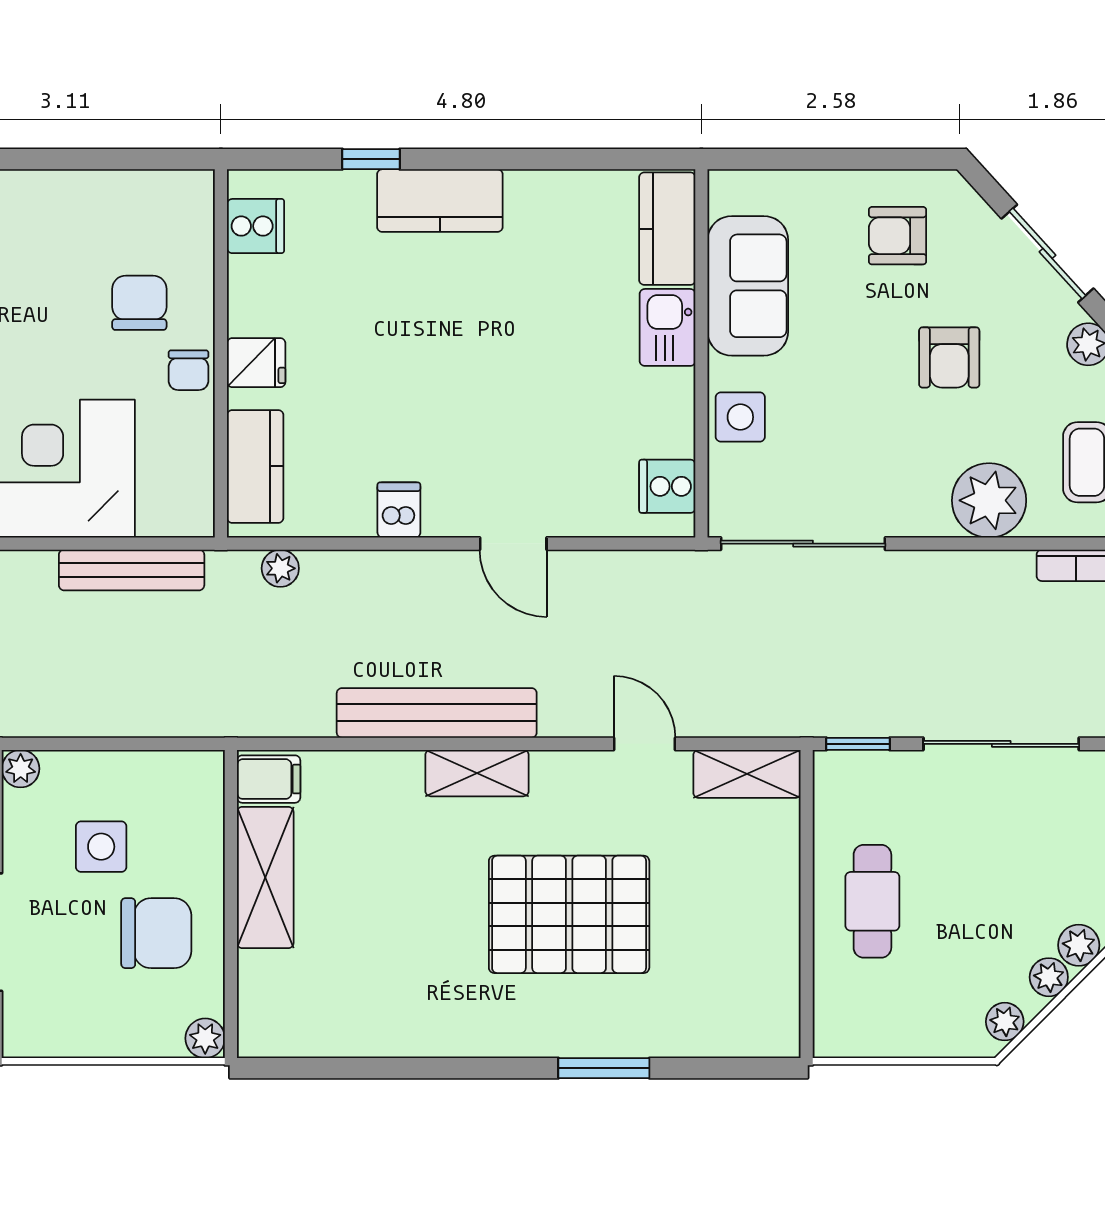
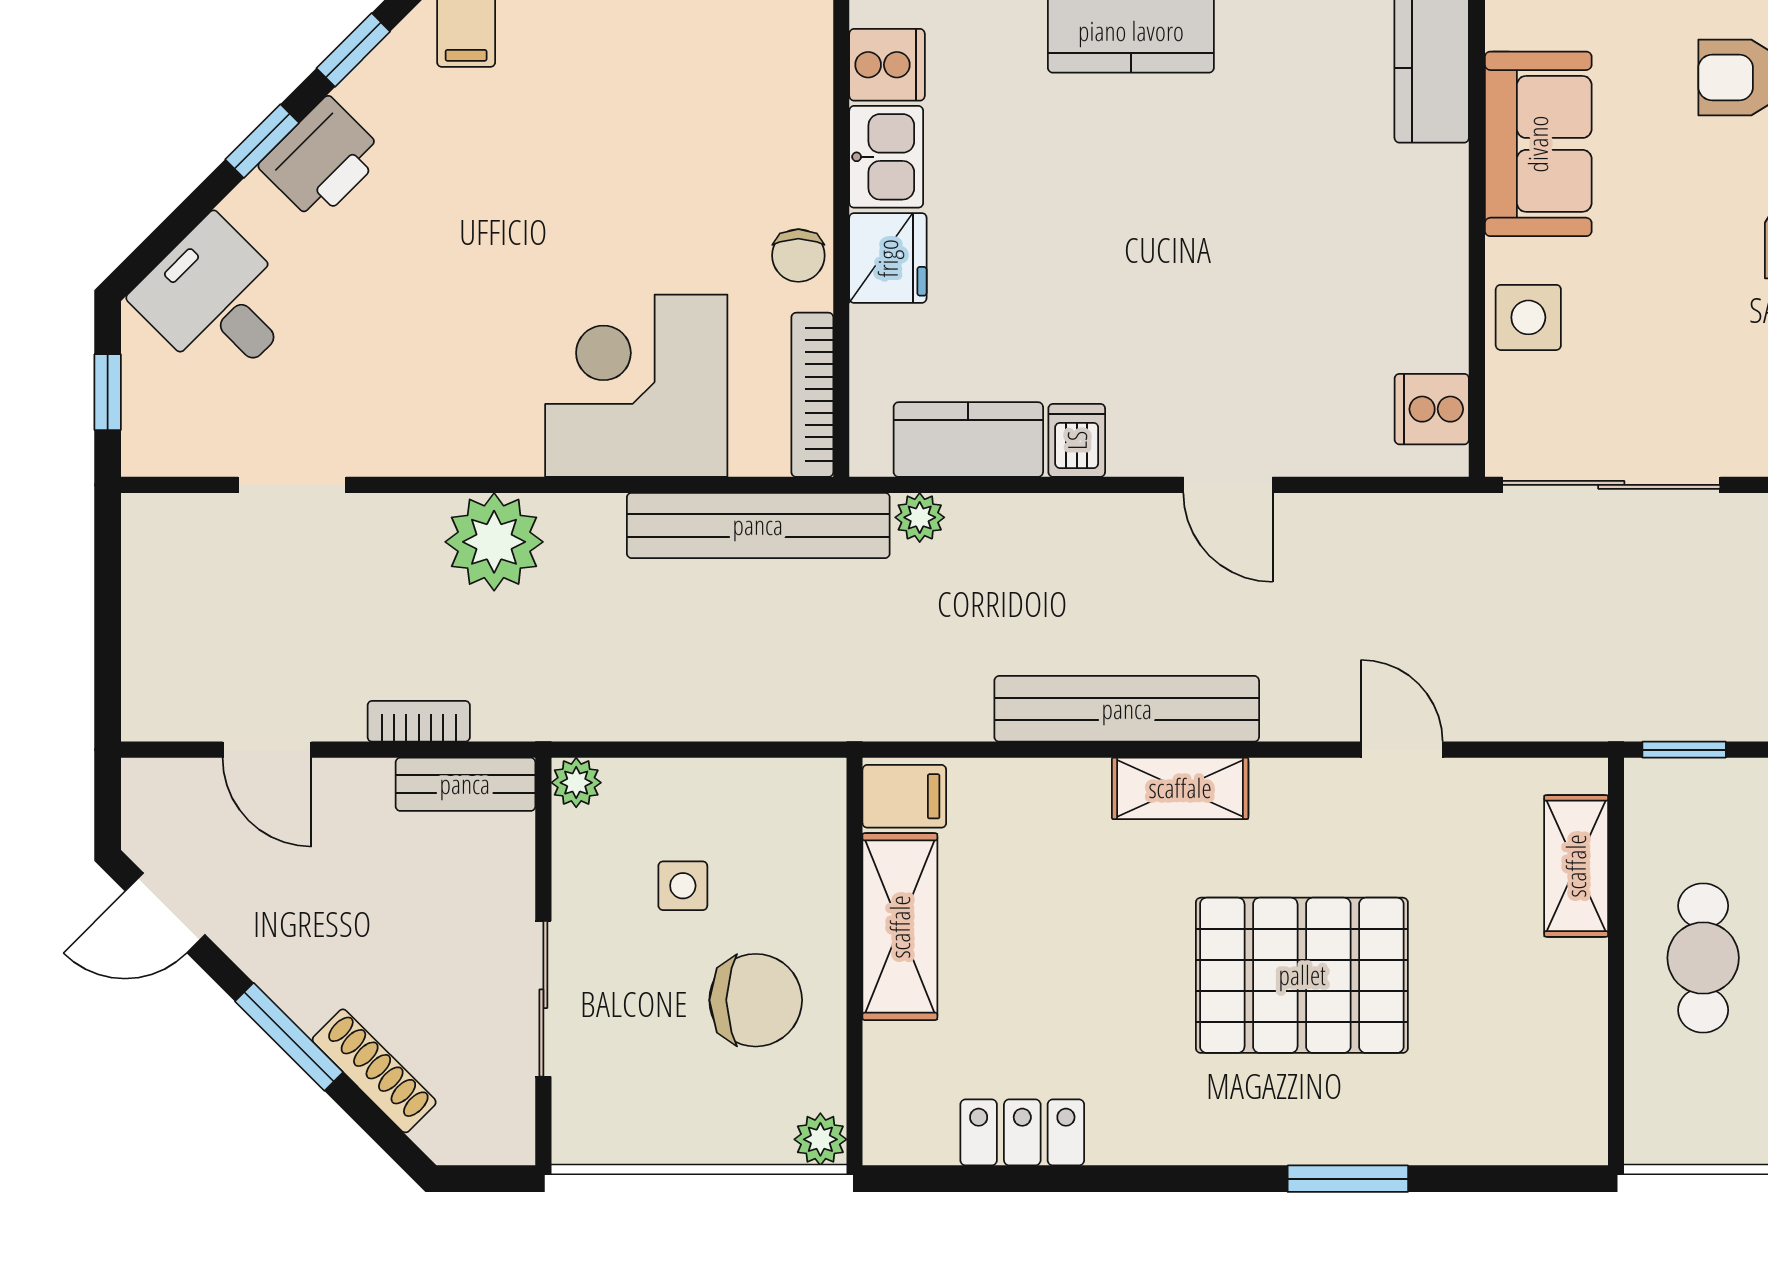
chair: (139, 303) -> (733, 166), removed
kitchen sink: (668, 327) -> (886, 157), moved, turned 180
fridge: (256, 363) -> (888, 258), width x1.38
kitchen counter: (255, 466) -> (968, 440), moved, turned -90
bookcase: (199, 476) -> (812, 395), added
bench: (132, 570) -> (758, 525), width x1.37, depth x1.21
shelving: (747, 774) -> (1576, 866), moved, turned 90
side table: (101, 847) -> (683, 886), width x0.73, depth x0.73
locker: (358, 1033) -> (1022, 1132), added

